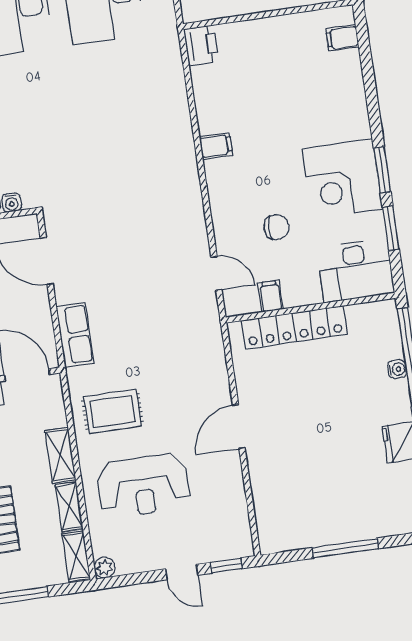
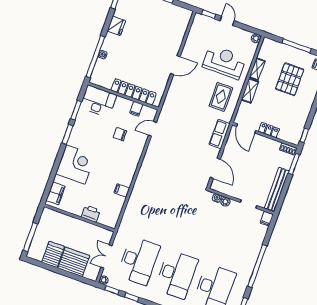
filing cabinet: (342, 38) -> (56, 193), width x2.00
printer: (201, 45) -> (91, 214), moved, turned 90
filing cabinet: (216, 146) -> (122, 191), moved
corner desk: (342, 179) -> (75, 165), moved
door: (216, 273) -> (152, 129), hinge flipped
rug: (113, 411) -> (221, 97), turned 90
shelving: (76, 556) -> (265, 49), removed

